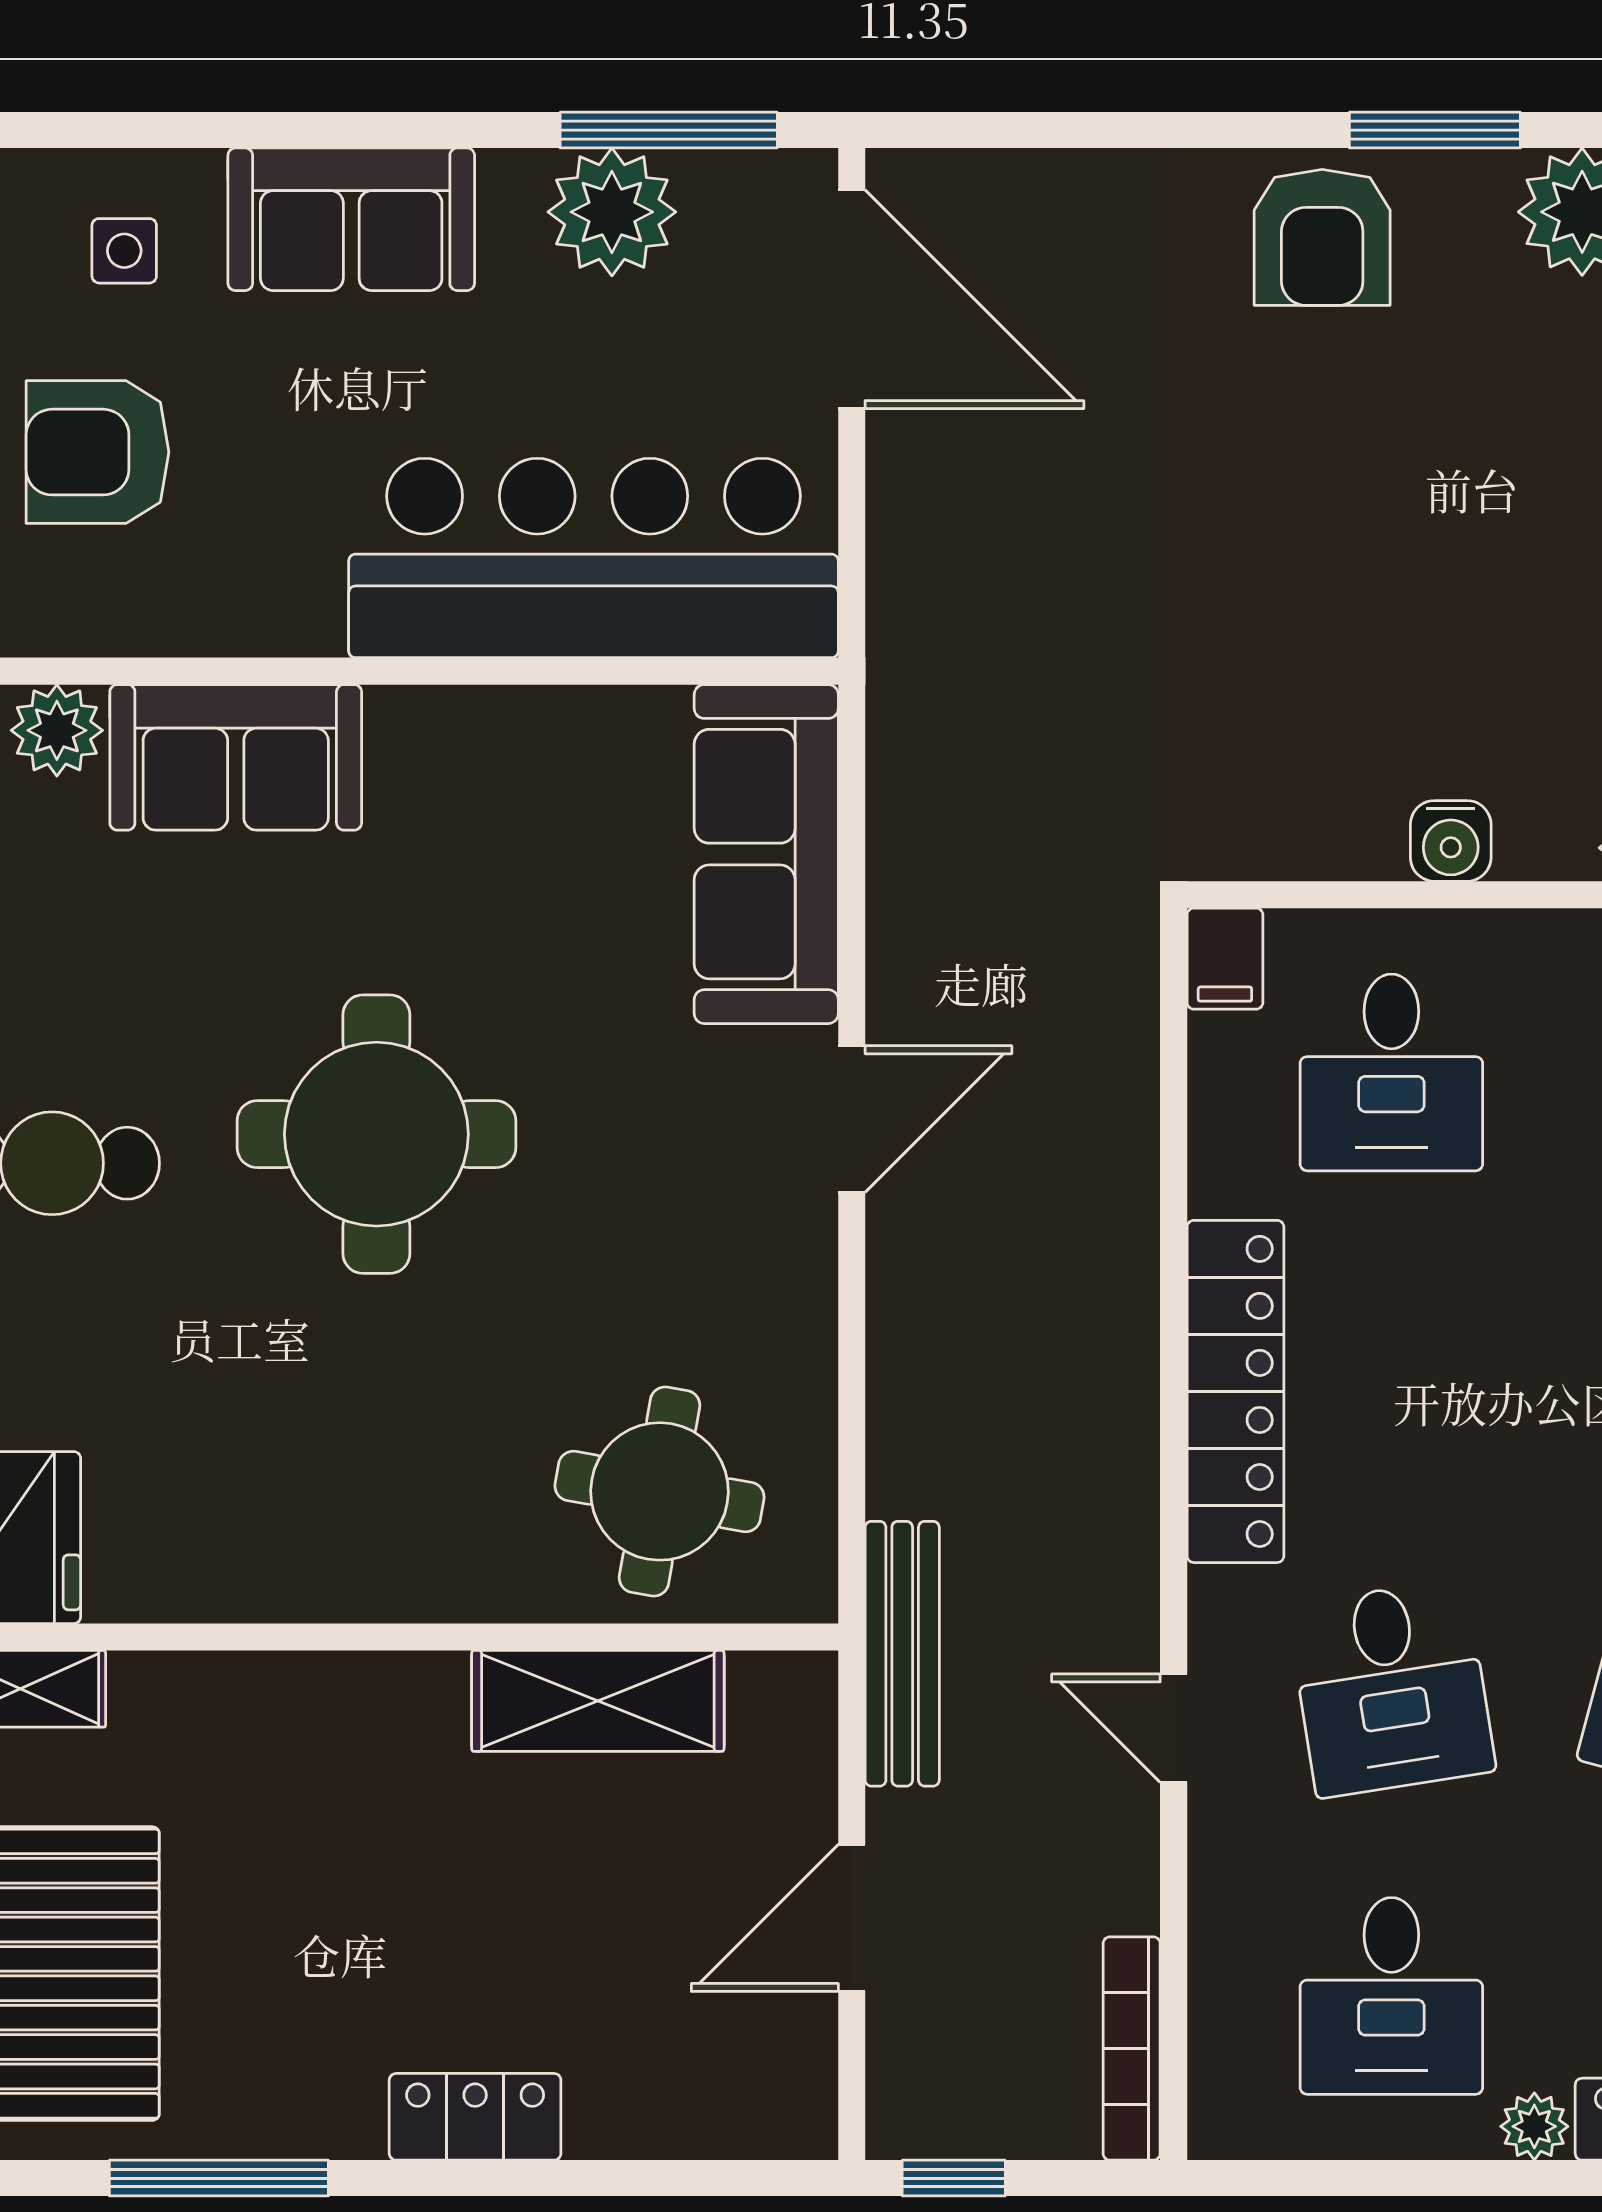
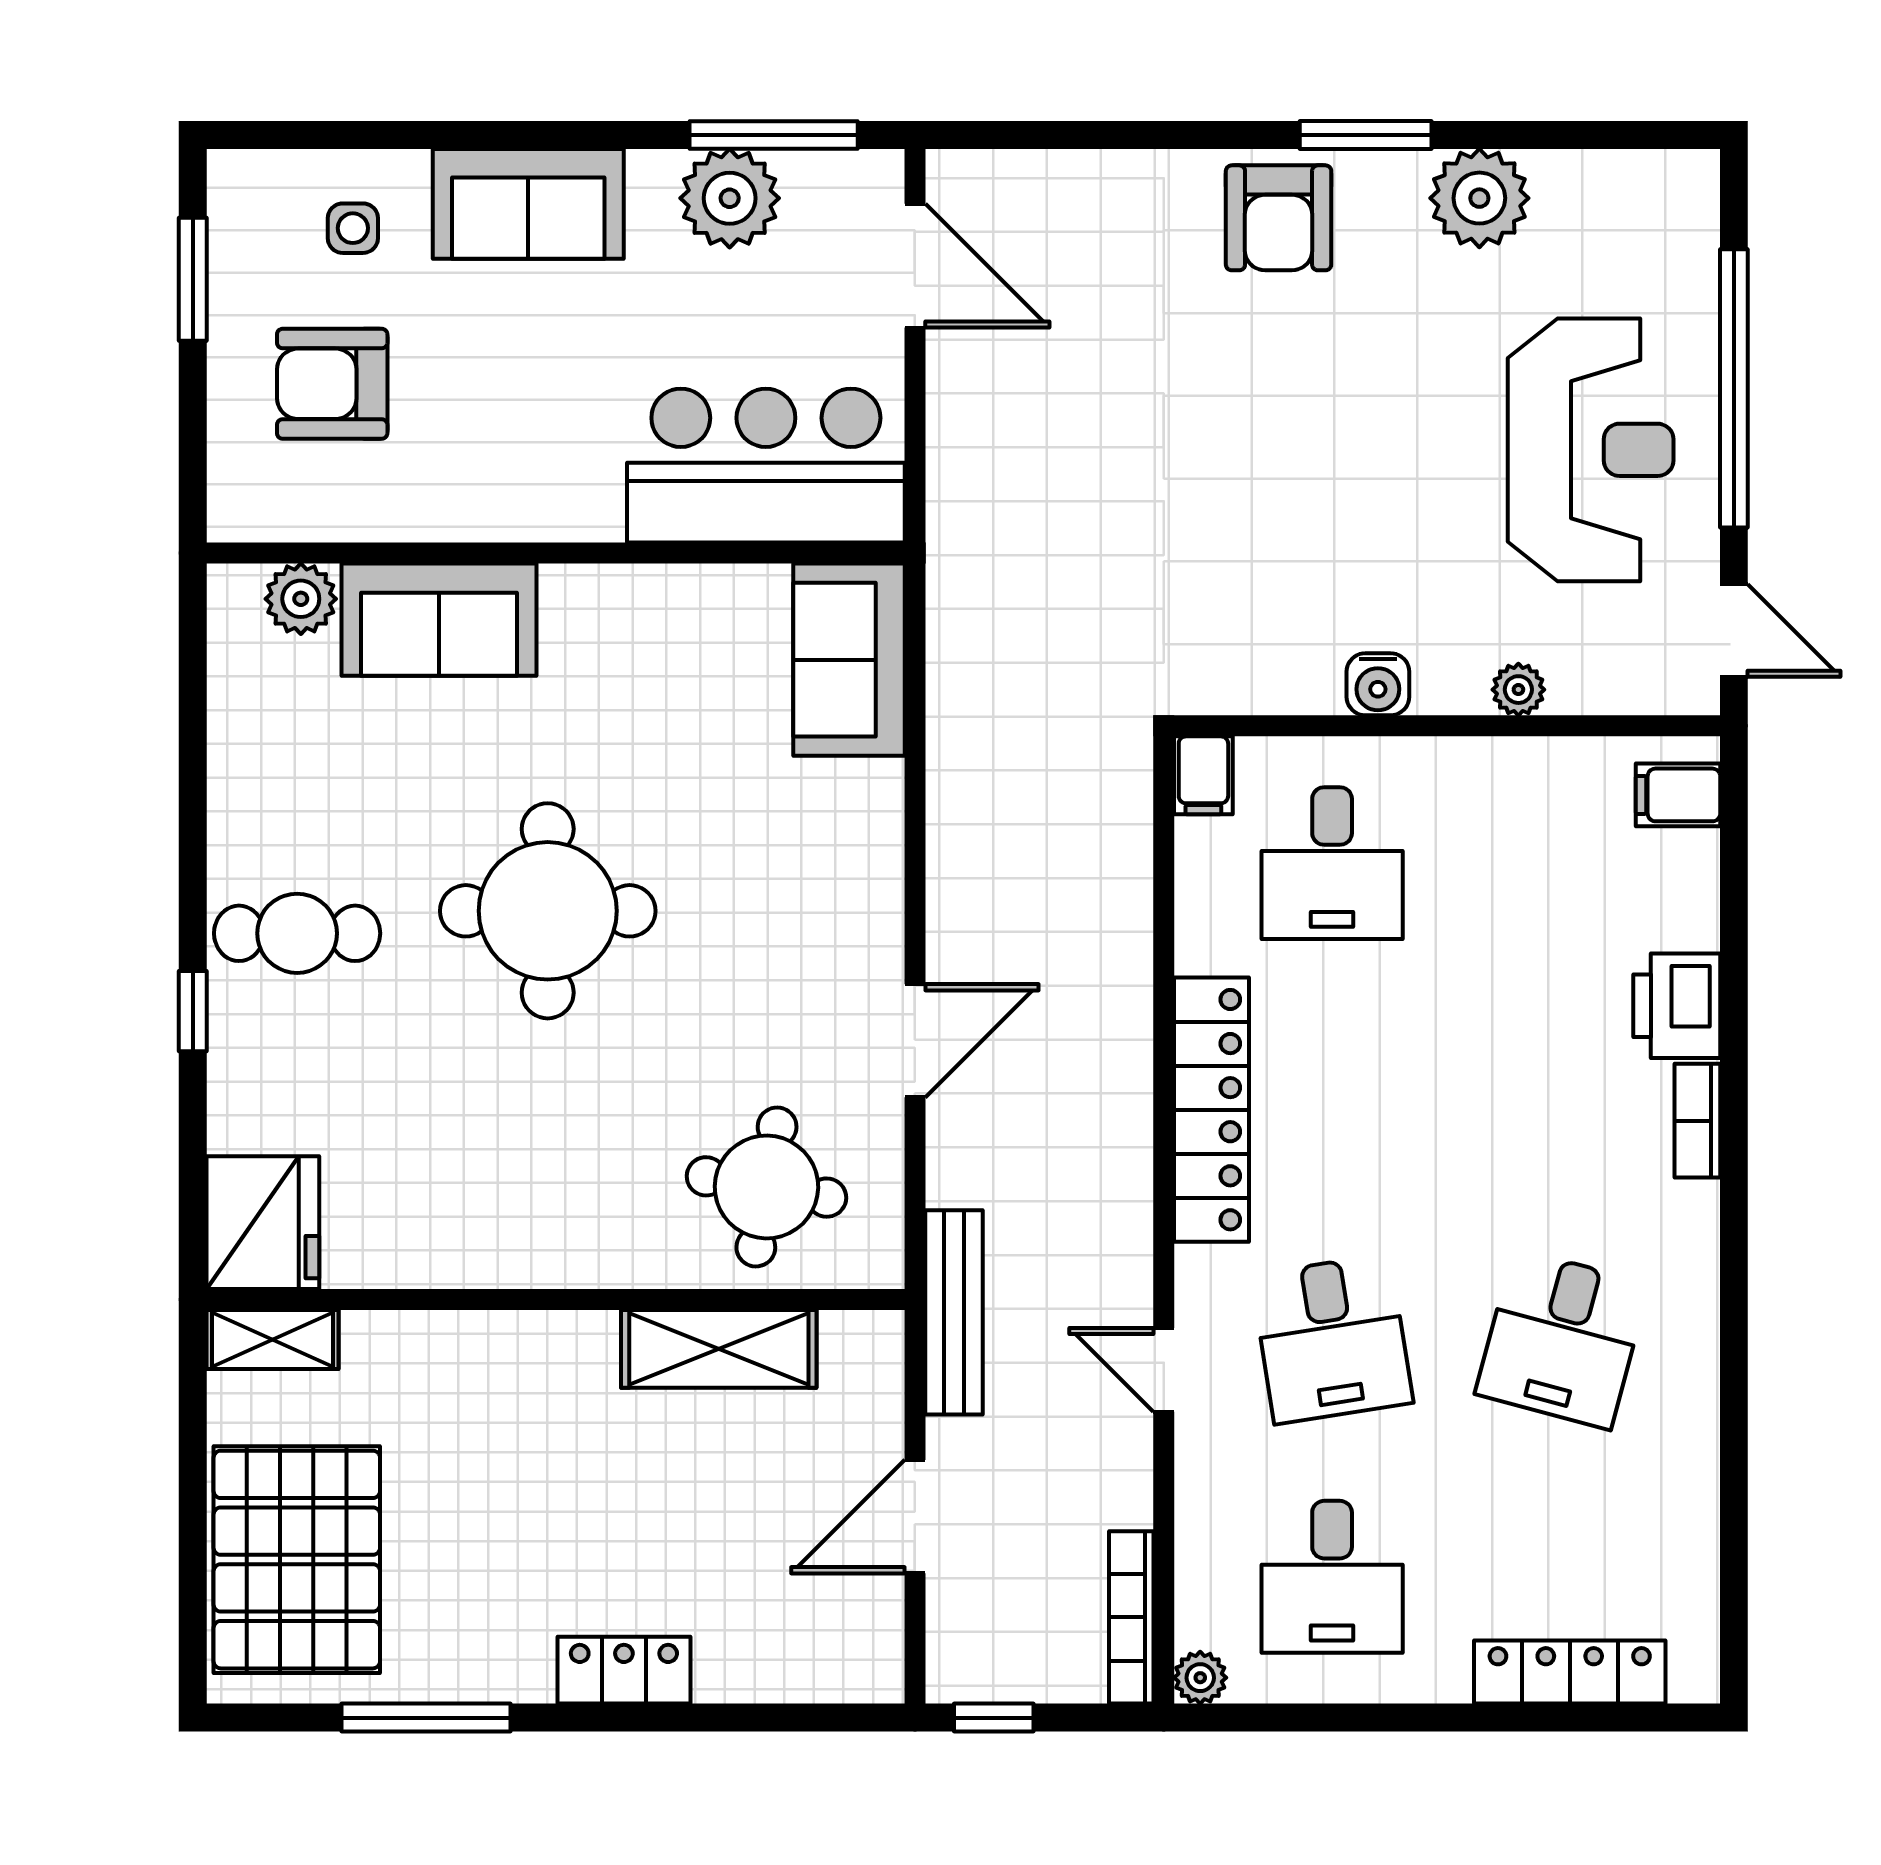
door: (852, 299) -> (915, 266), width x0.73
bar counter: (593, 558) -> (766, 466), width x0.73
sofa: (766, 854) -> (849, 660), width x0.73
door: (852, 1119) -> (915, 1041), moved
plant: (1534, 2126) -> (1200, 1678), moved

